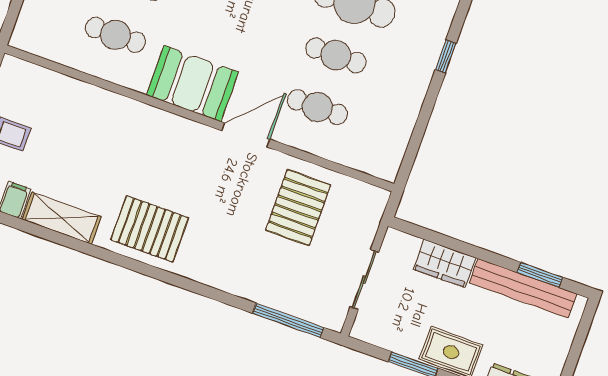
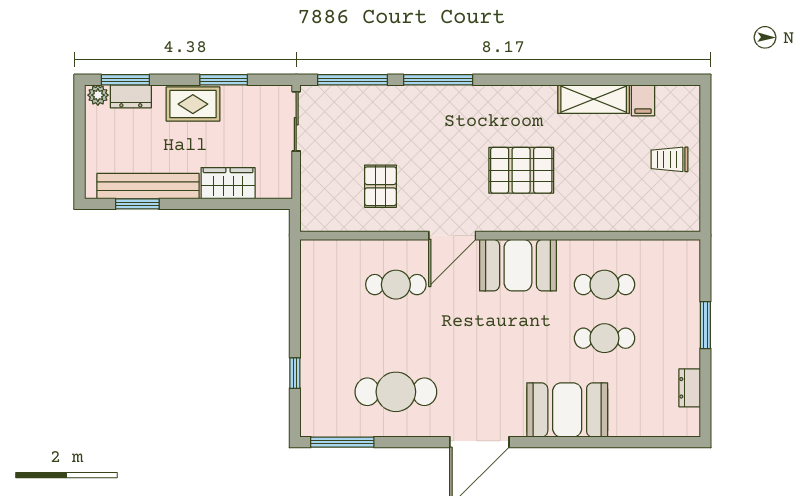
cafe table: (336, 55) -> (396, 338), removed
pallet: (298, 208) -> (380, 186), width x0.67, depth x0.71
pallet: (150, 229) -> (521, 170), moved
sliding door: (364, 279) -> (296, 121), moved
window: (205, 291) -> (438, 80), added

